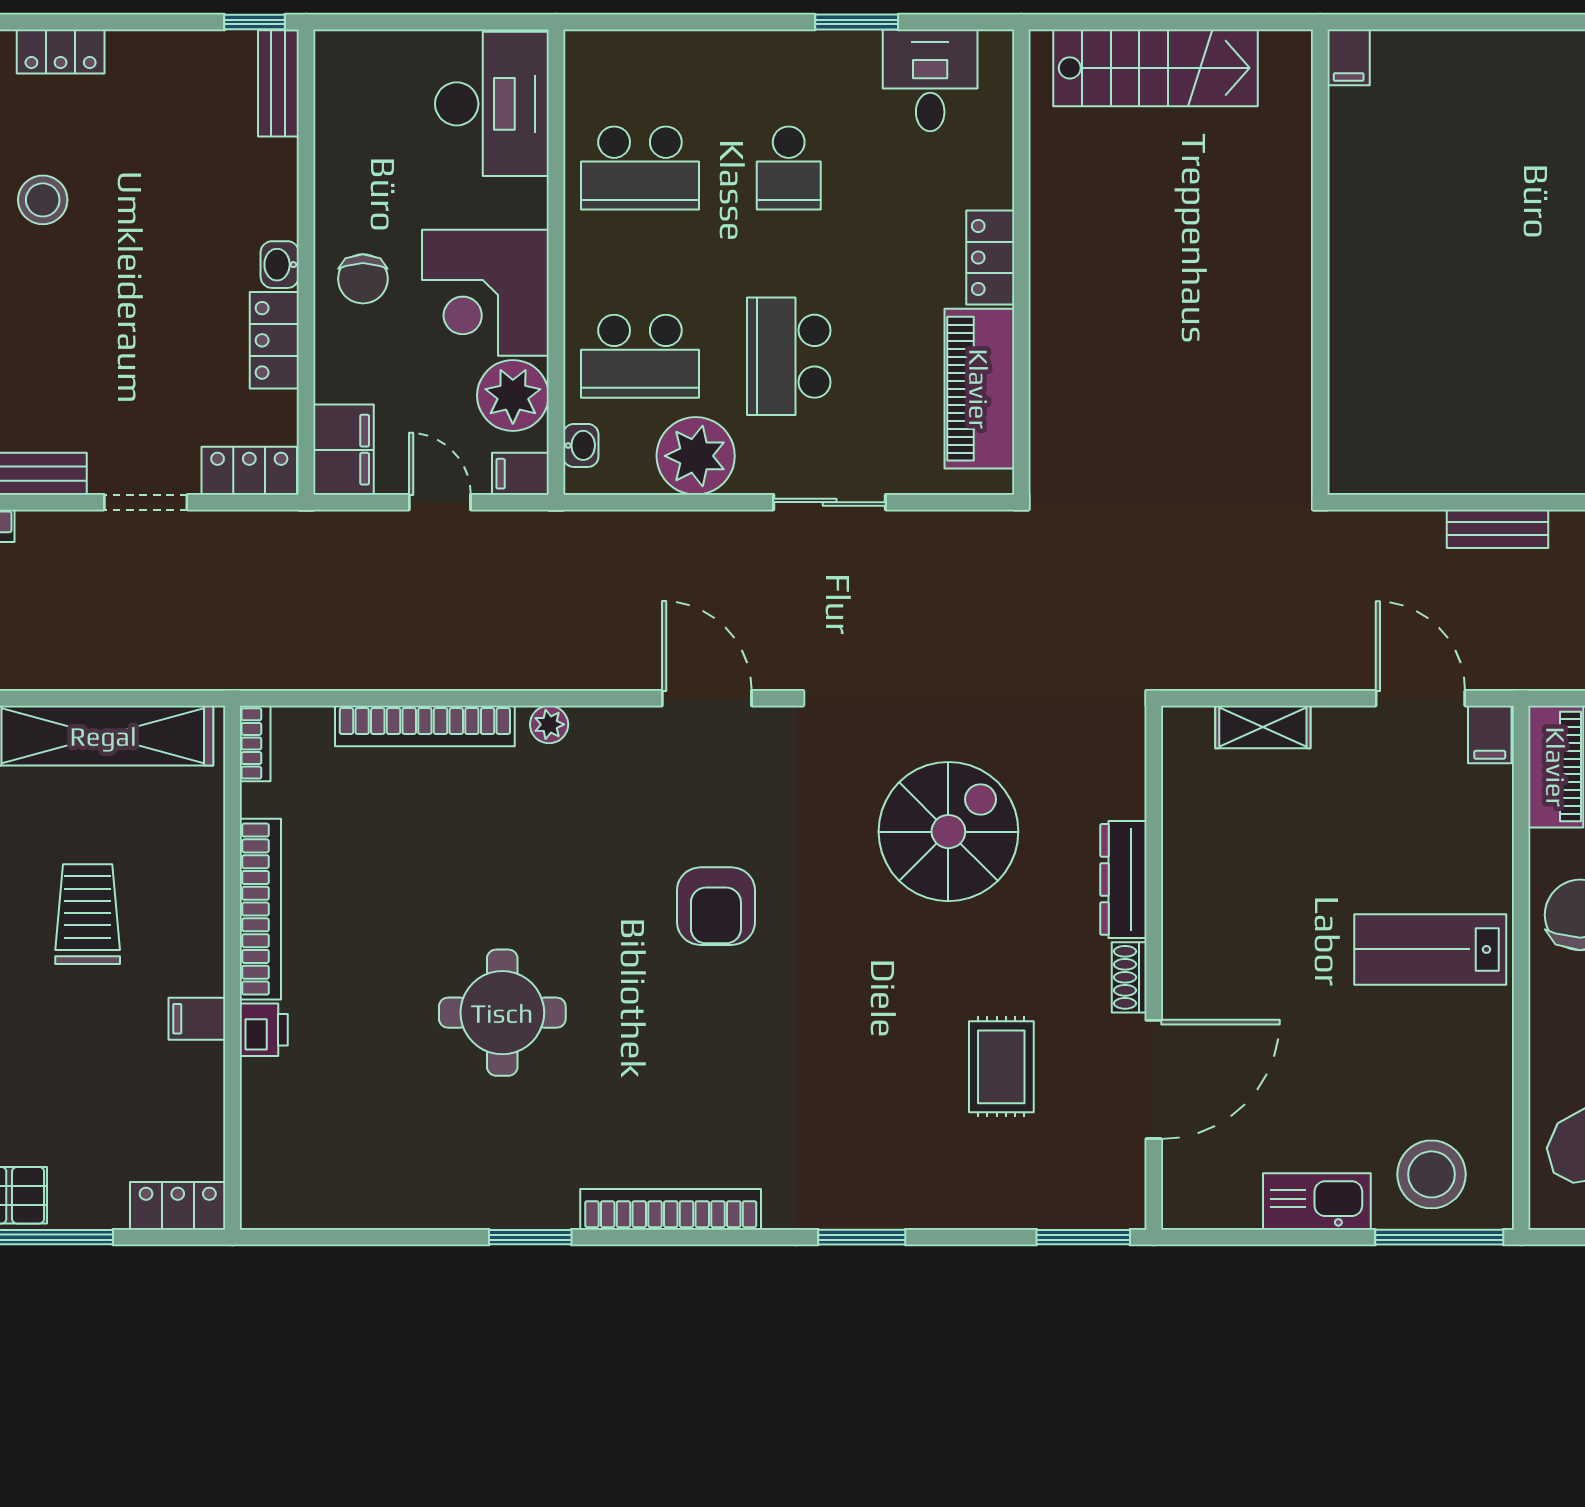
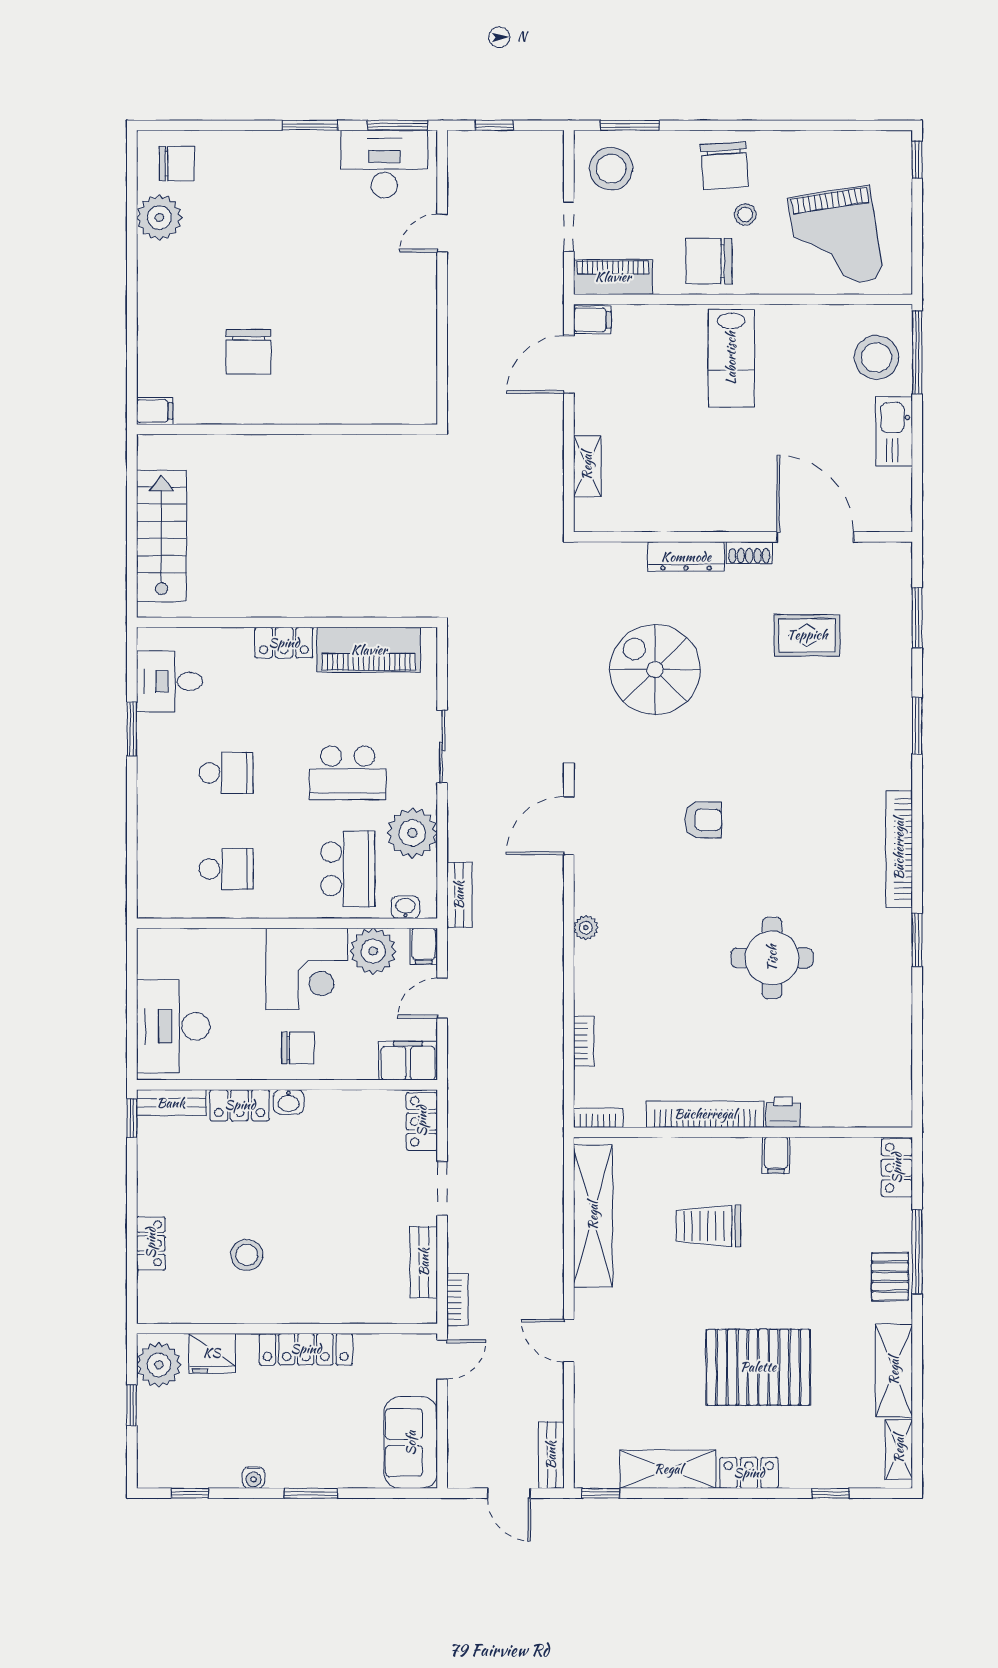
desk: (492, 104) -> (173, 1026), moved, turned -90
school desk: (640, 168) -> (226, 869), width x0.54
chair: (1440, 202) -> (248, 352), added
locker: (274, 340) -> (240, 1105), moved
bench: (1497, 529) -> (459, 895), moved
bookcase: (425, 726) -> (584, 1041), width x0.43, depth x0.76
armchair: (716, 906) -> (703, 820), width x0.72, depth x0.72
window: (1083, 1237) -> (917, 617), moved

